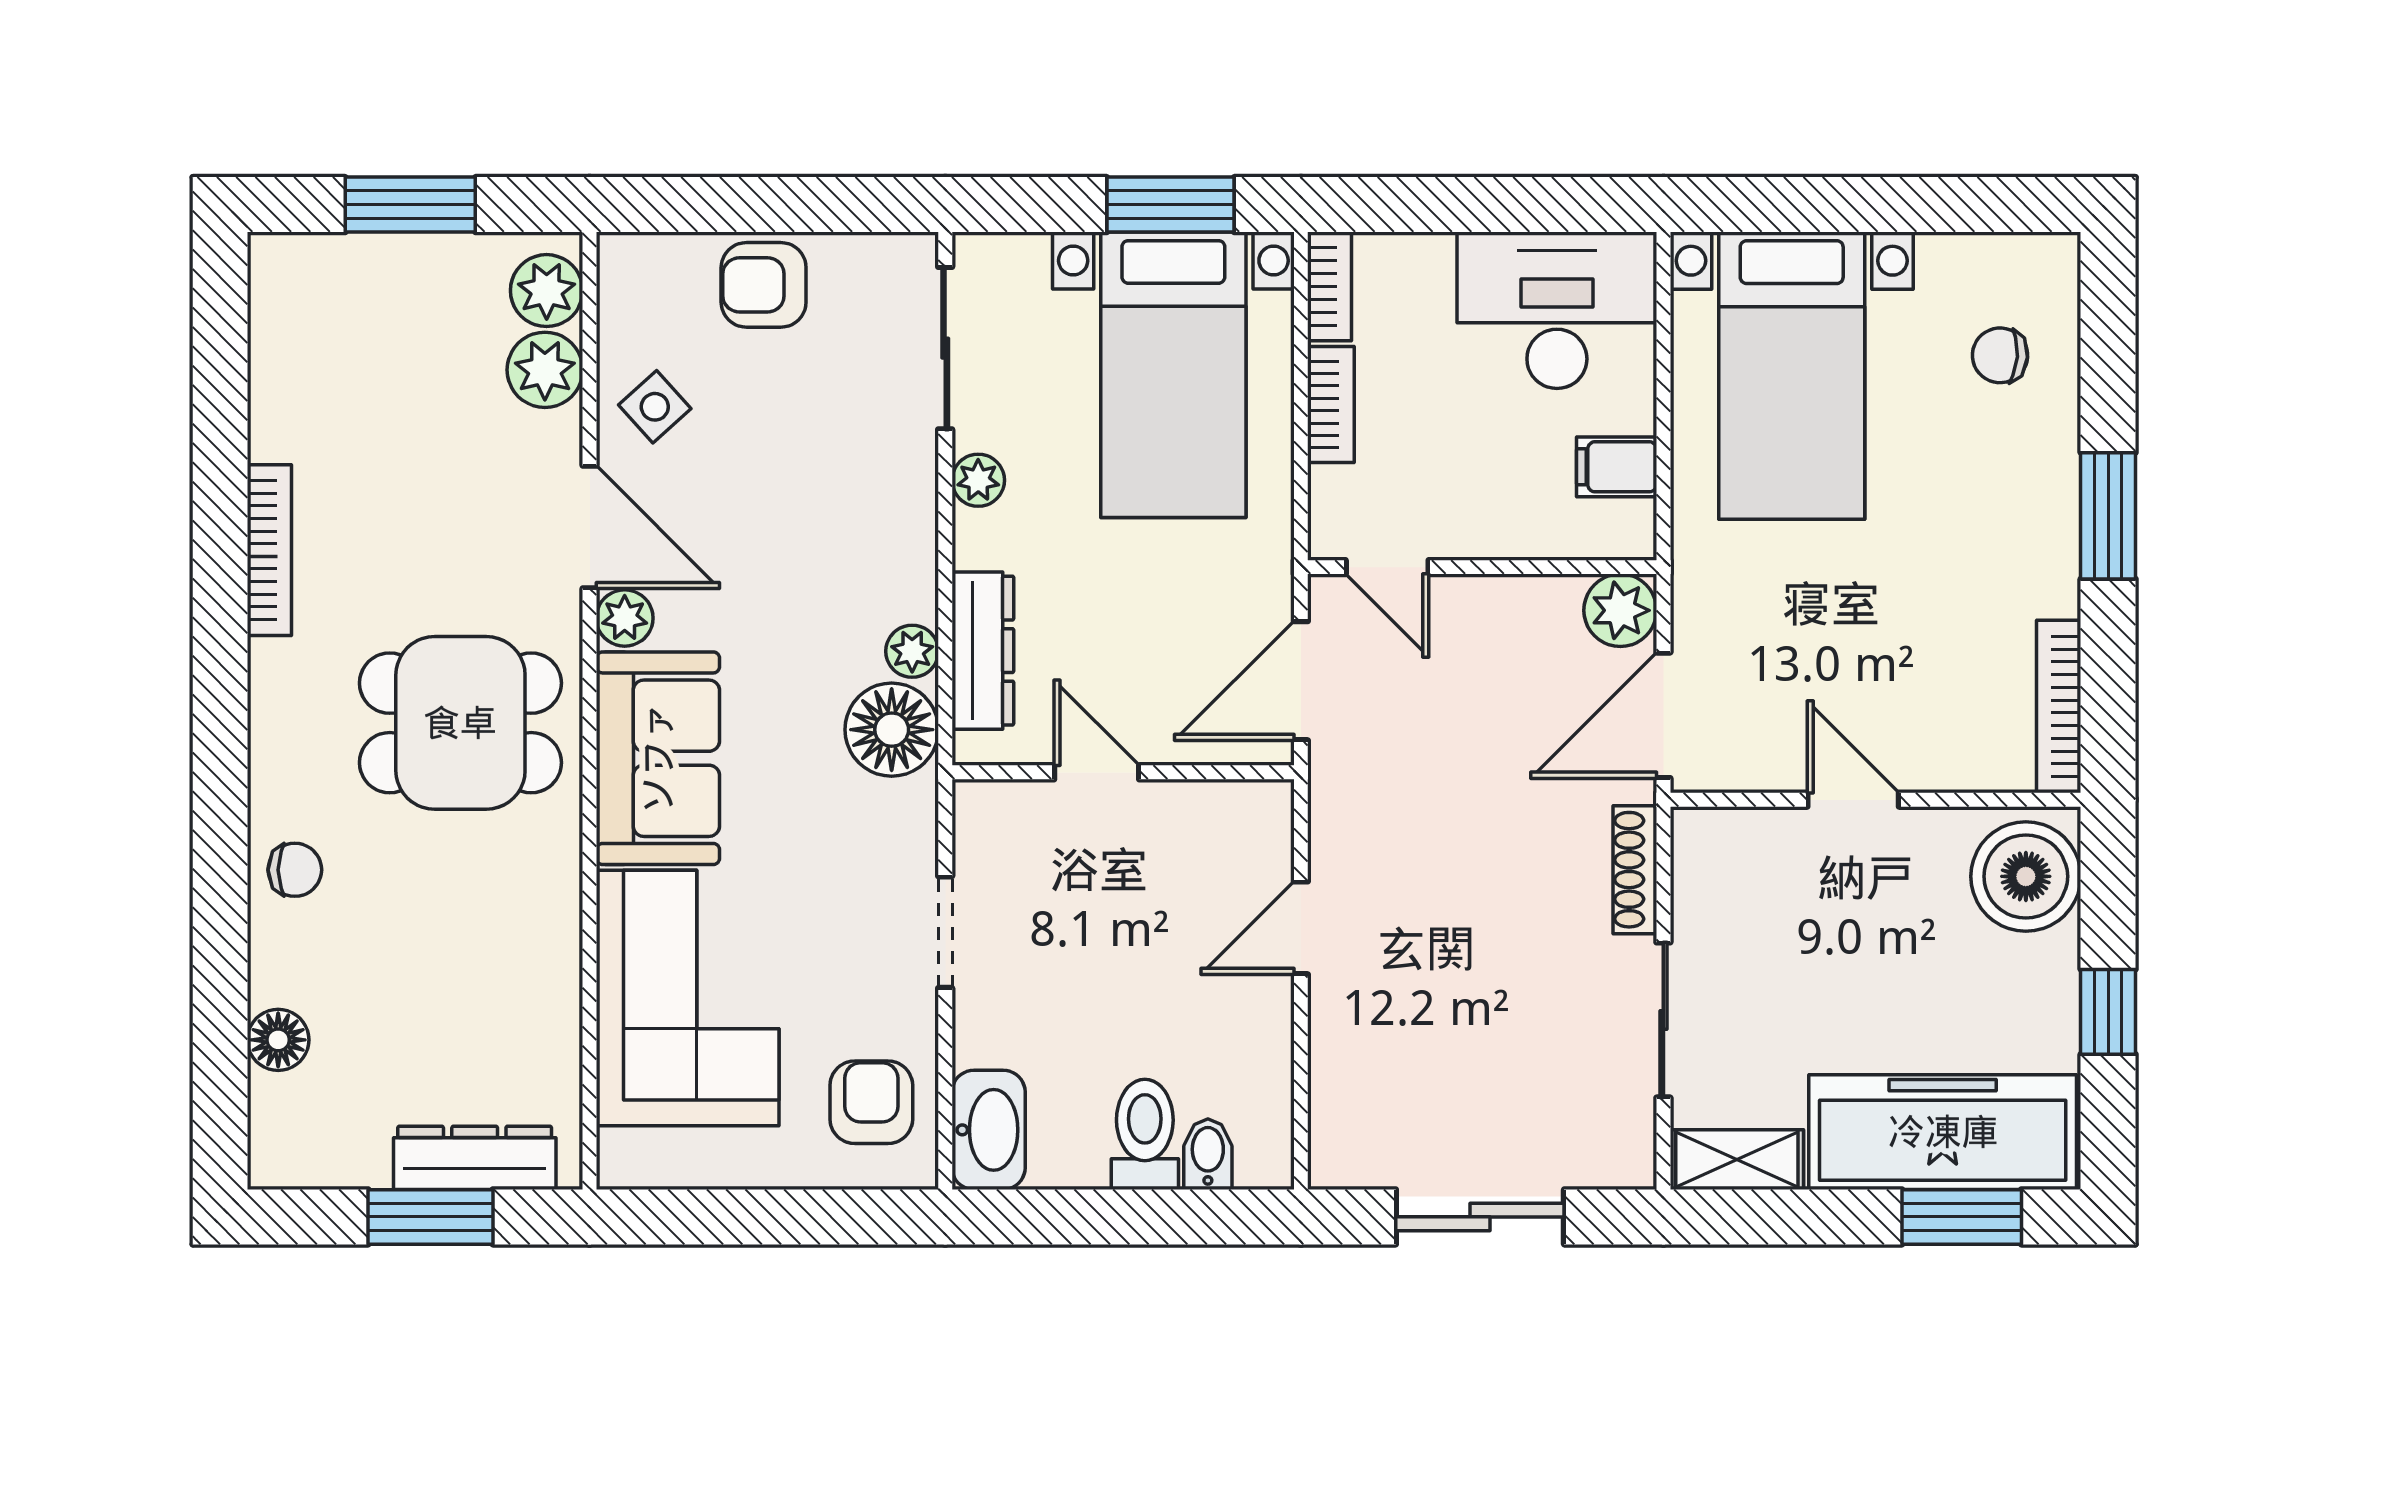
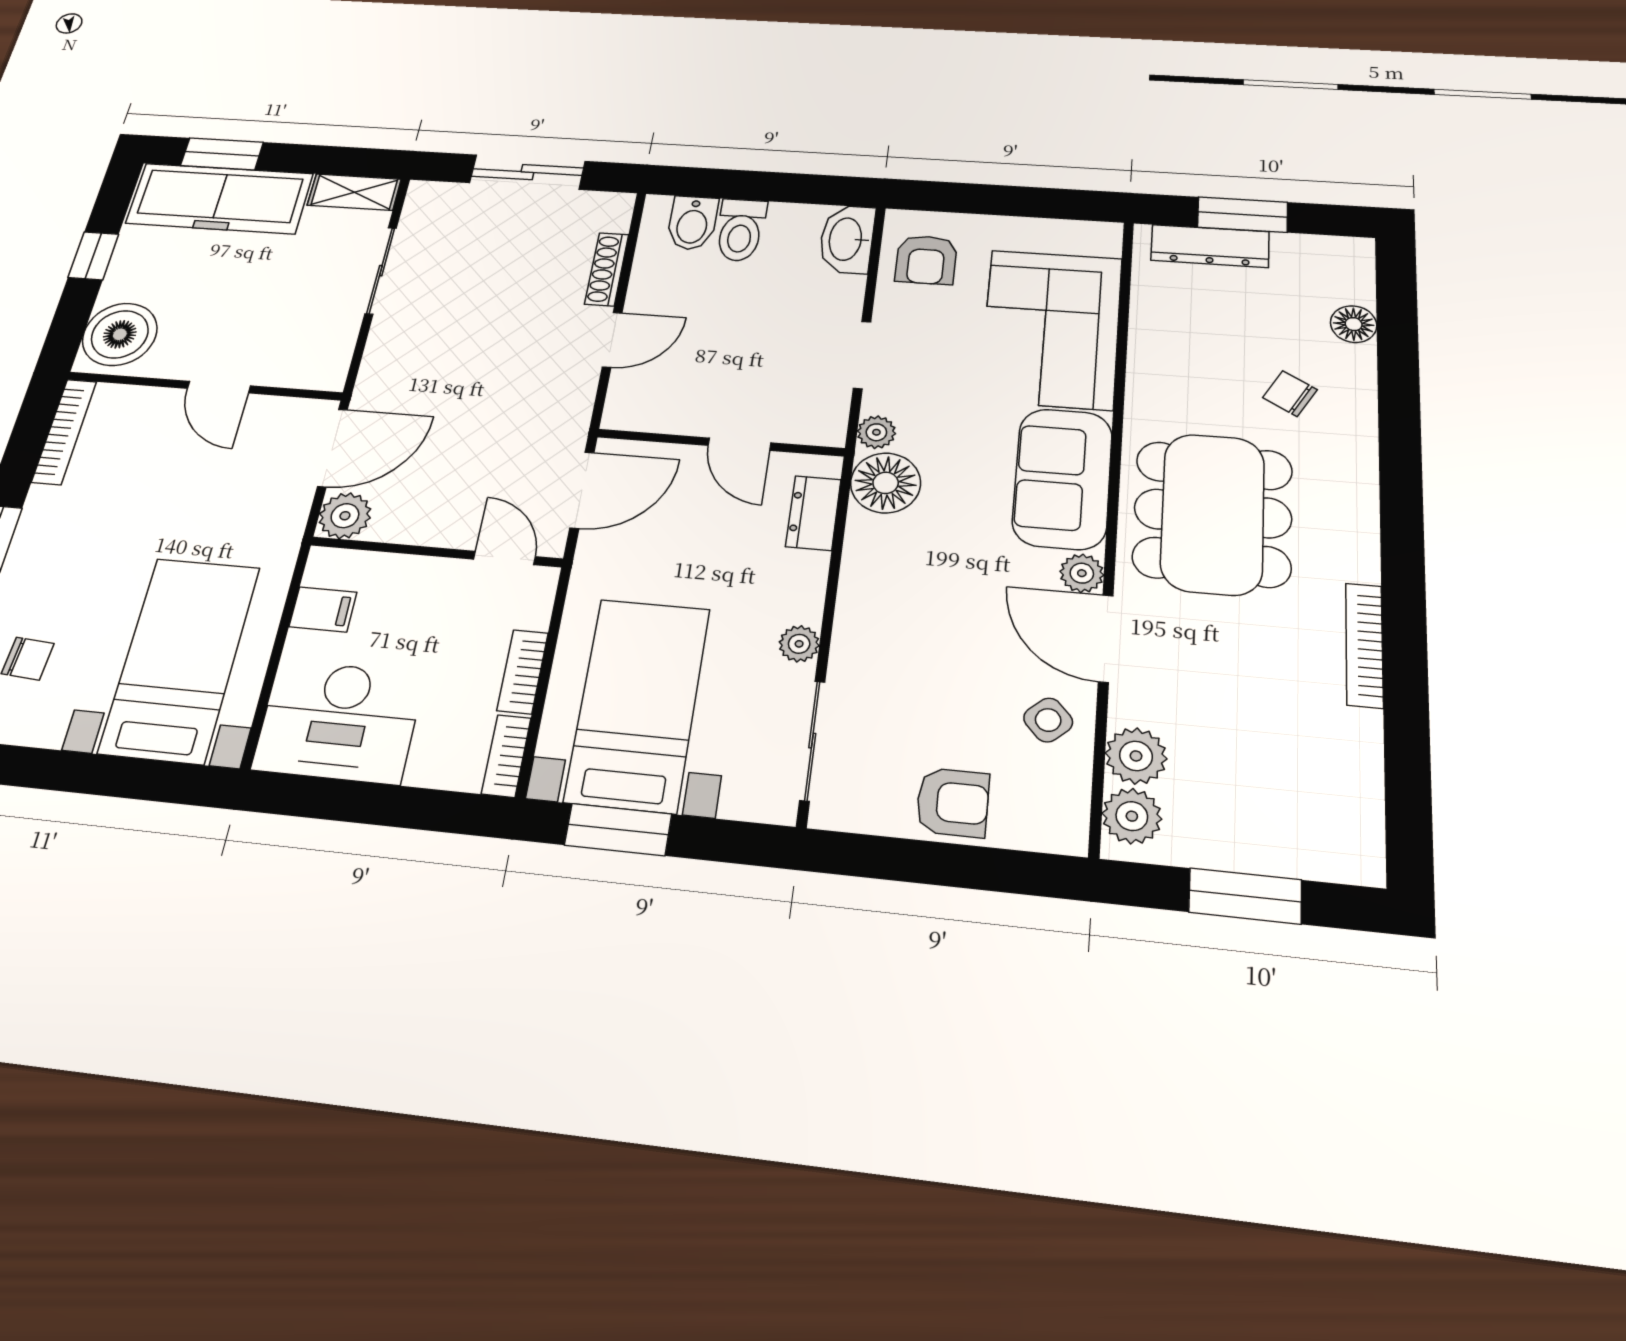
plant: (912, 651) -> (876, 432), moved
dresser: (983, 651) -> (813, 513), width x0.70
dining table: (460, 723) -> (1213, 513), width x1.38
chair: (295, 870) -> (1290, 394), moved, turned 30
shoe rack: (1635, 870) -> (607, 269), moved, turned 180
bidet: (1208, 1154) -> (692, 223), width x1.38, depth x1.36

